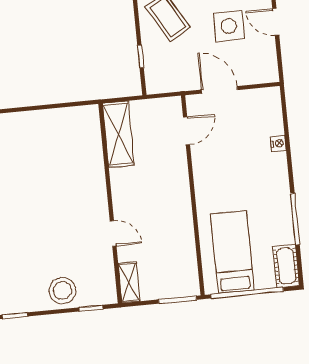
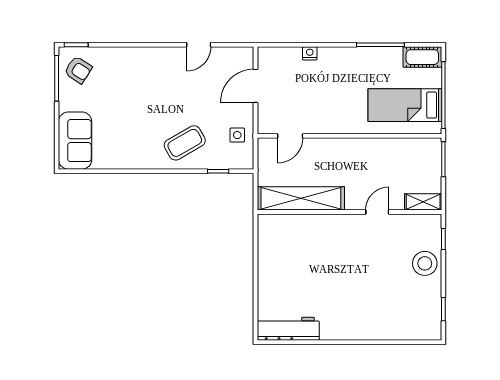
side table: (229, 26) -> (237, 135), moved, width x0.54, depth x0.54
door: (219, 90) -> (256, 86), moved
door: (187, 131) -> (290, 136), swing flipped
shelving: (118, 134) -> (301, 198), width x1.47

